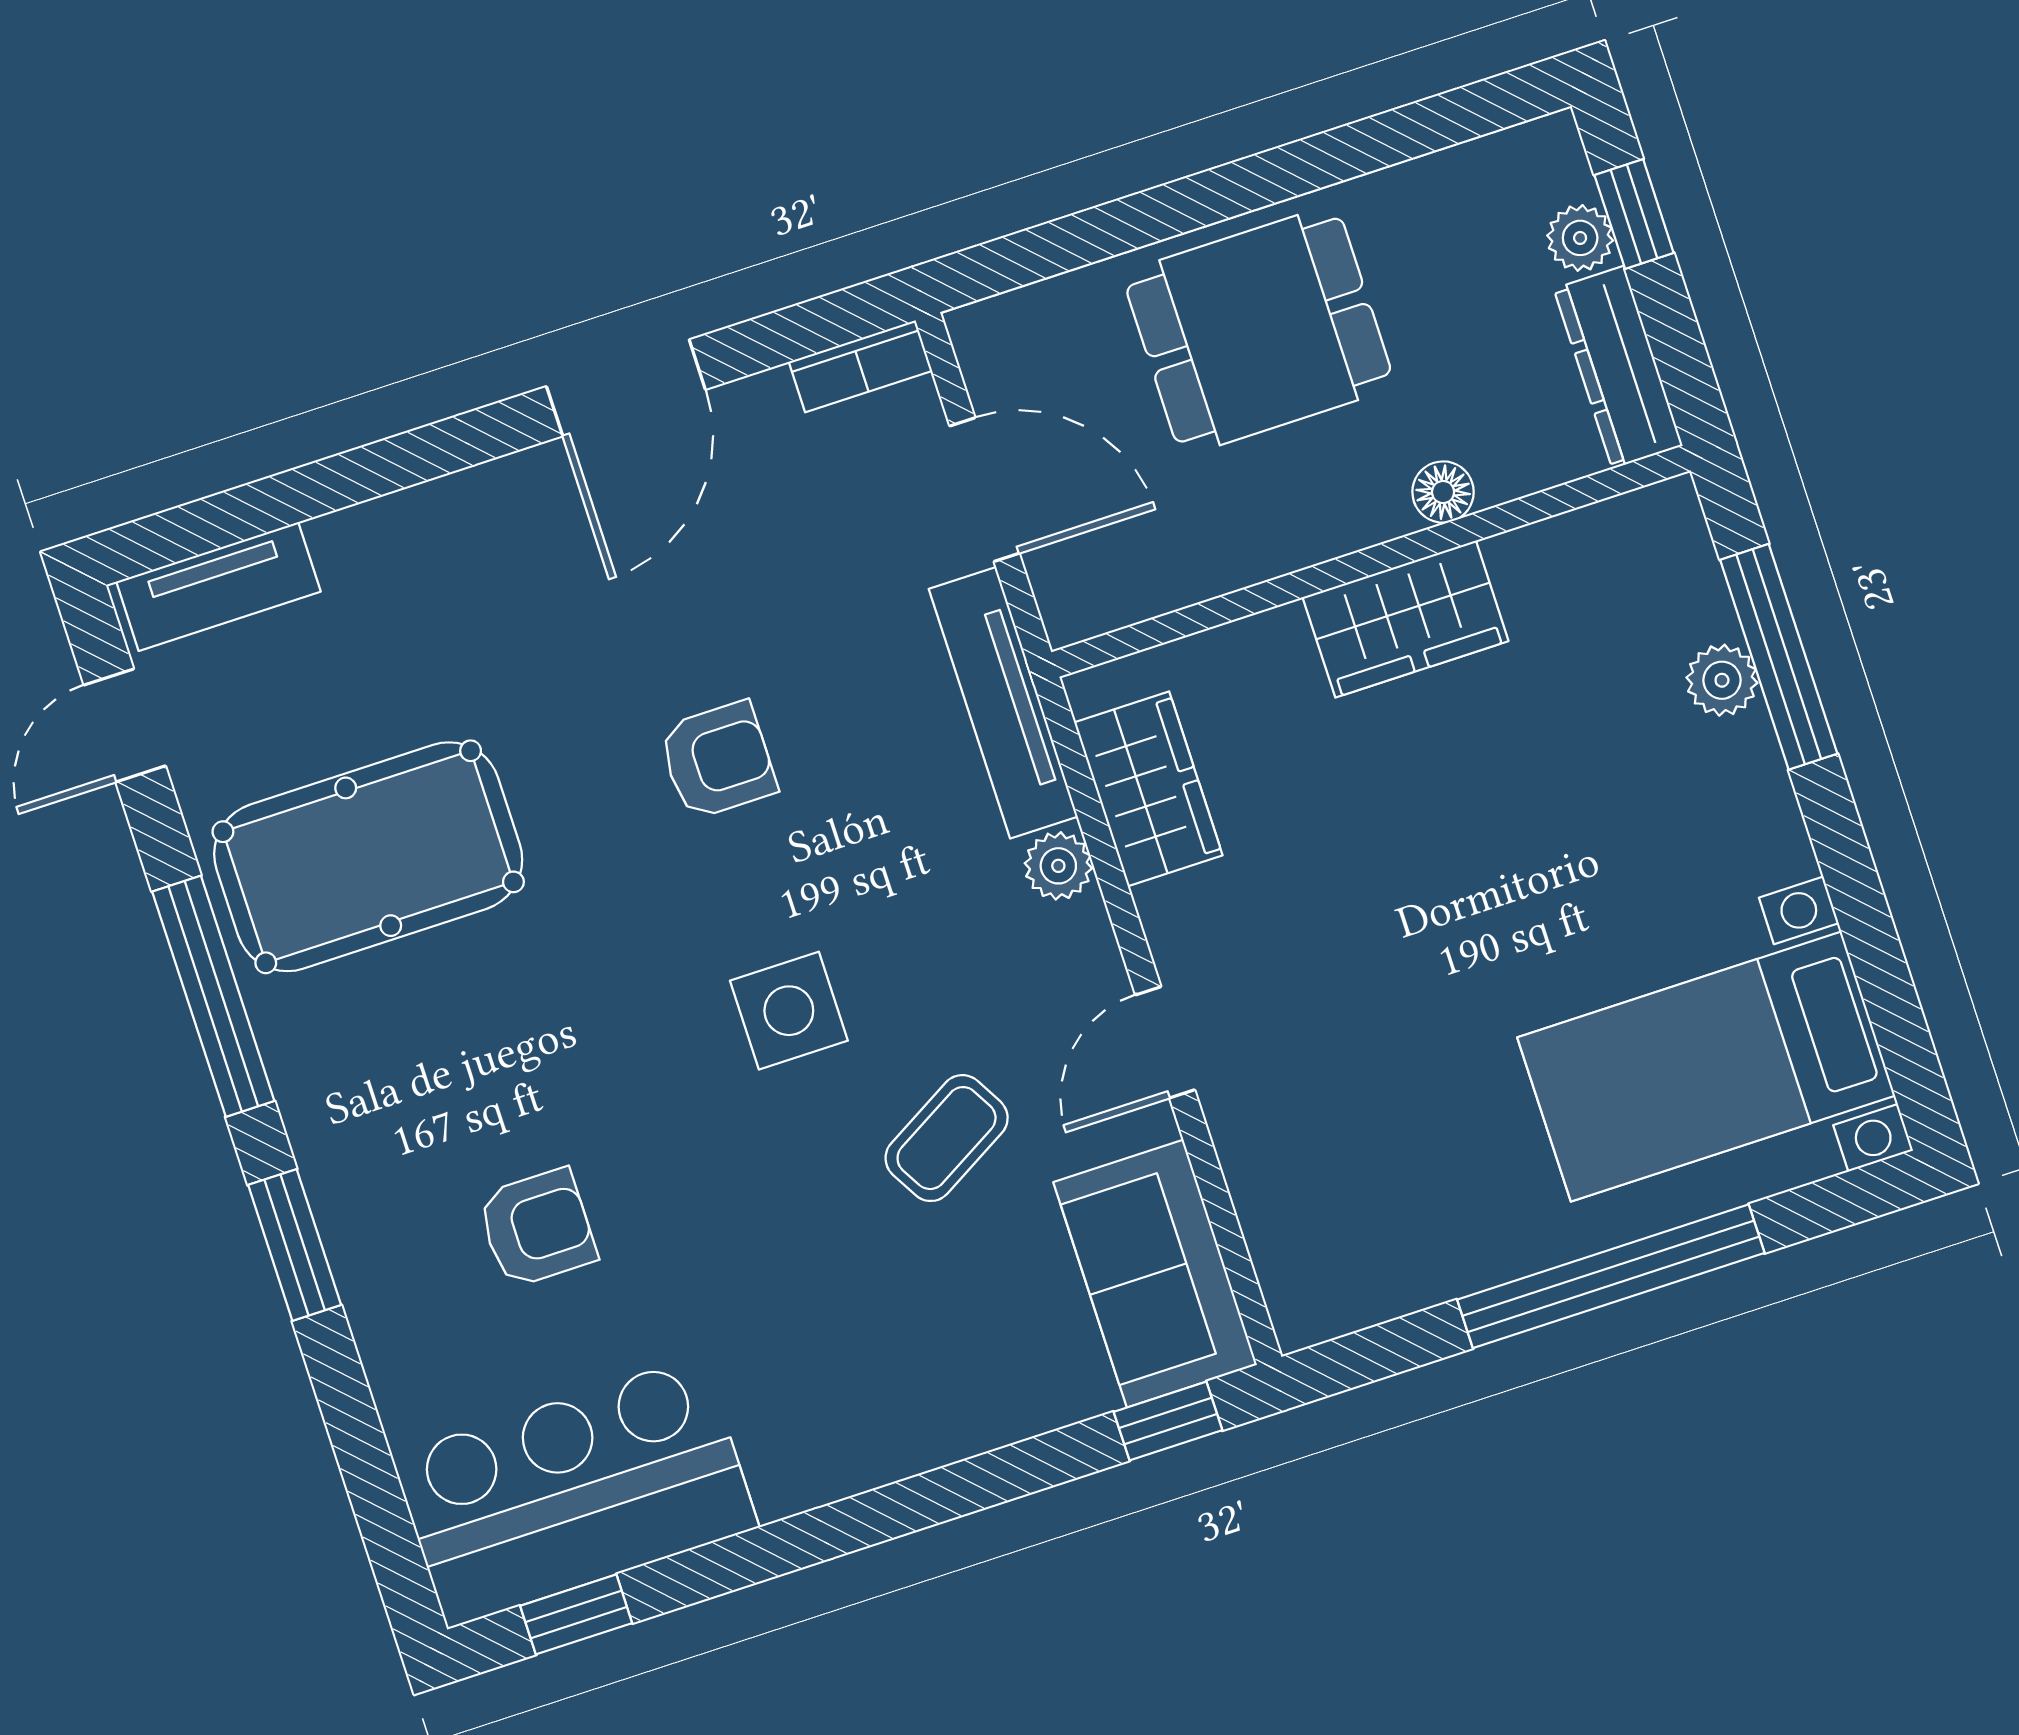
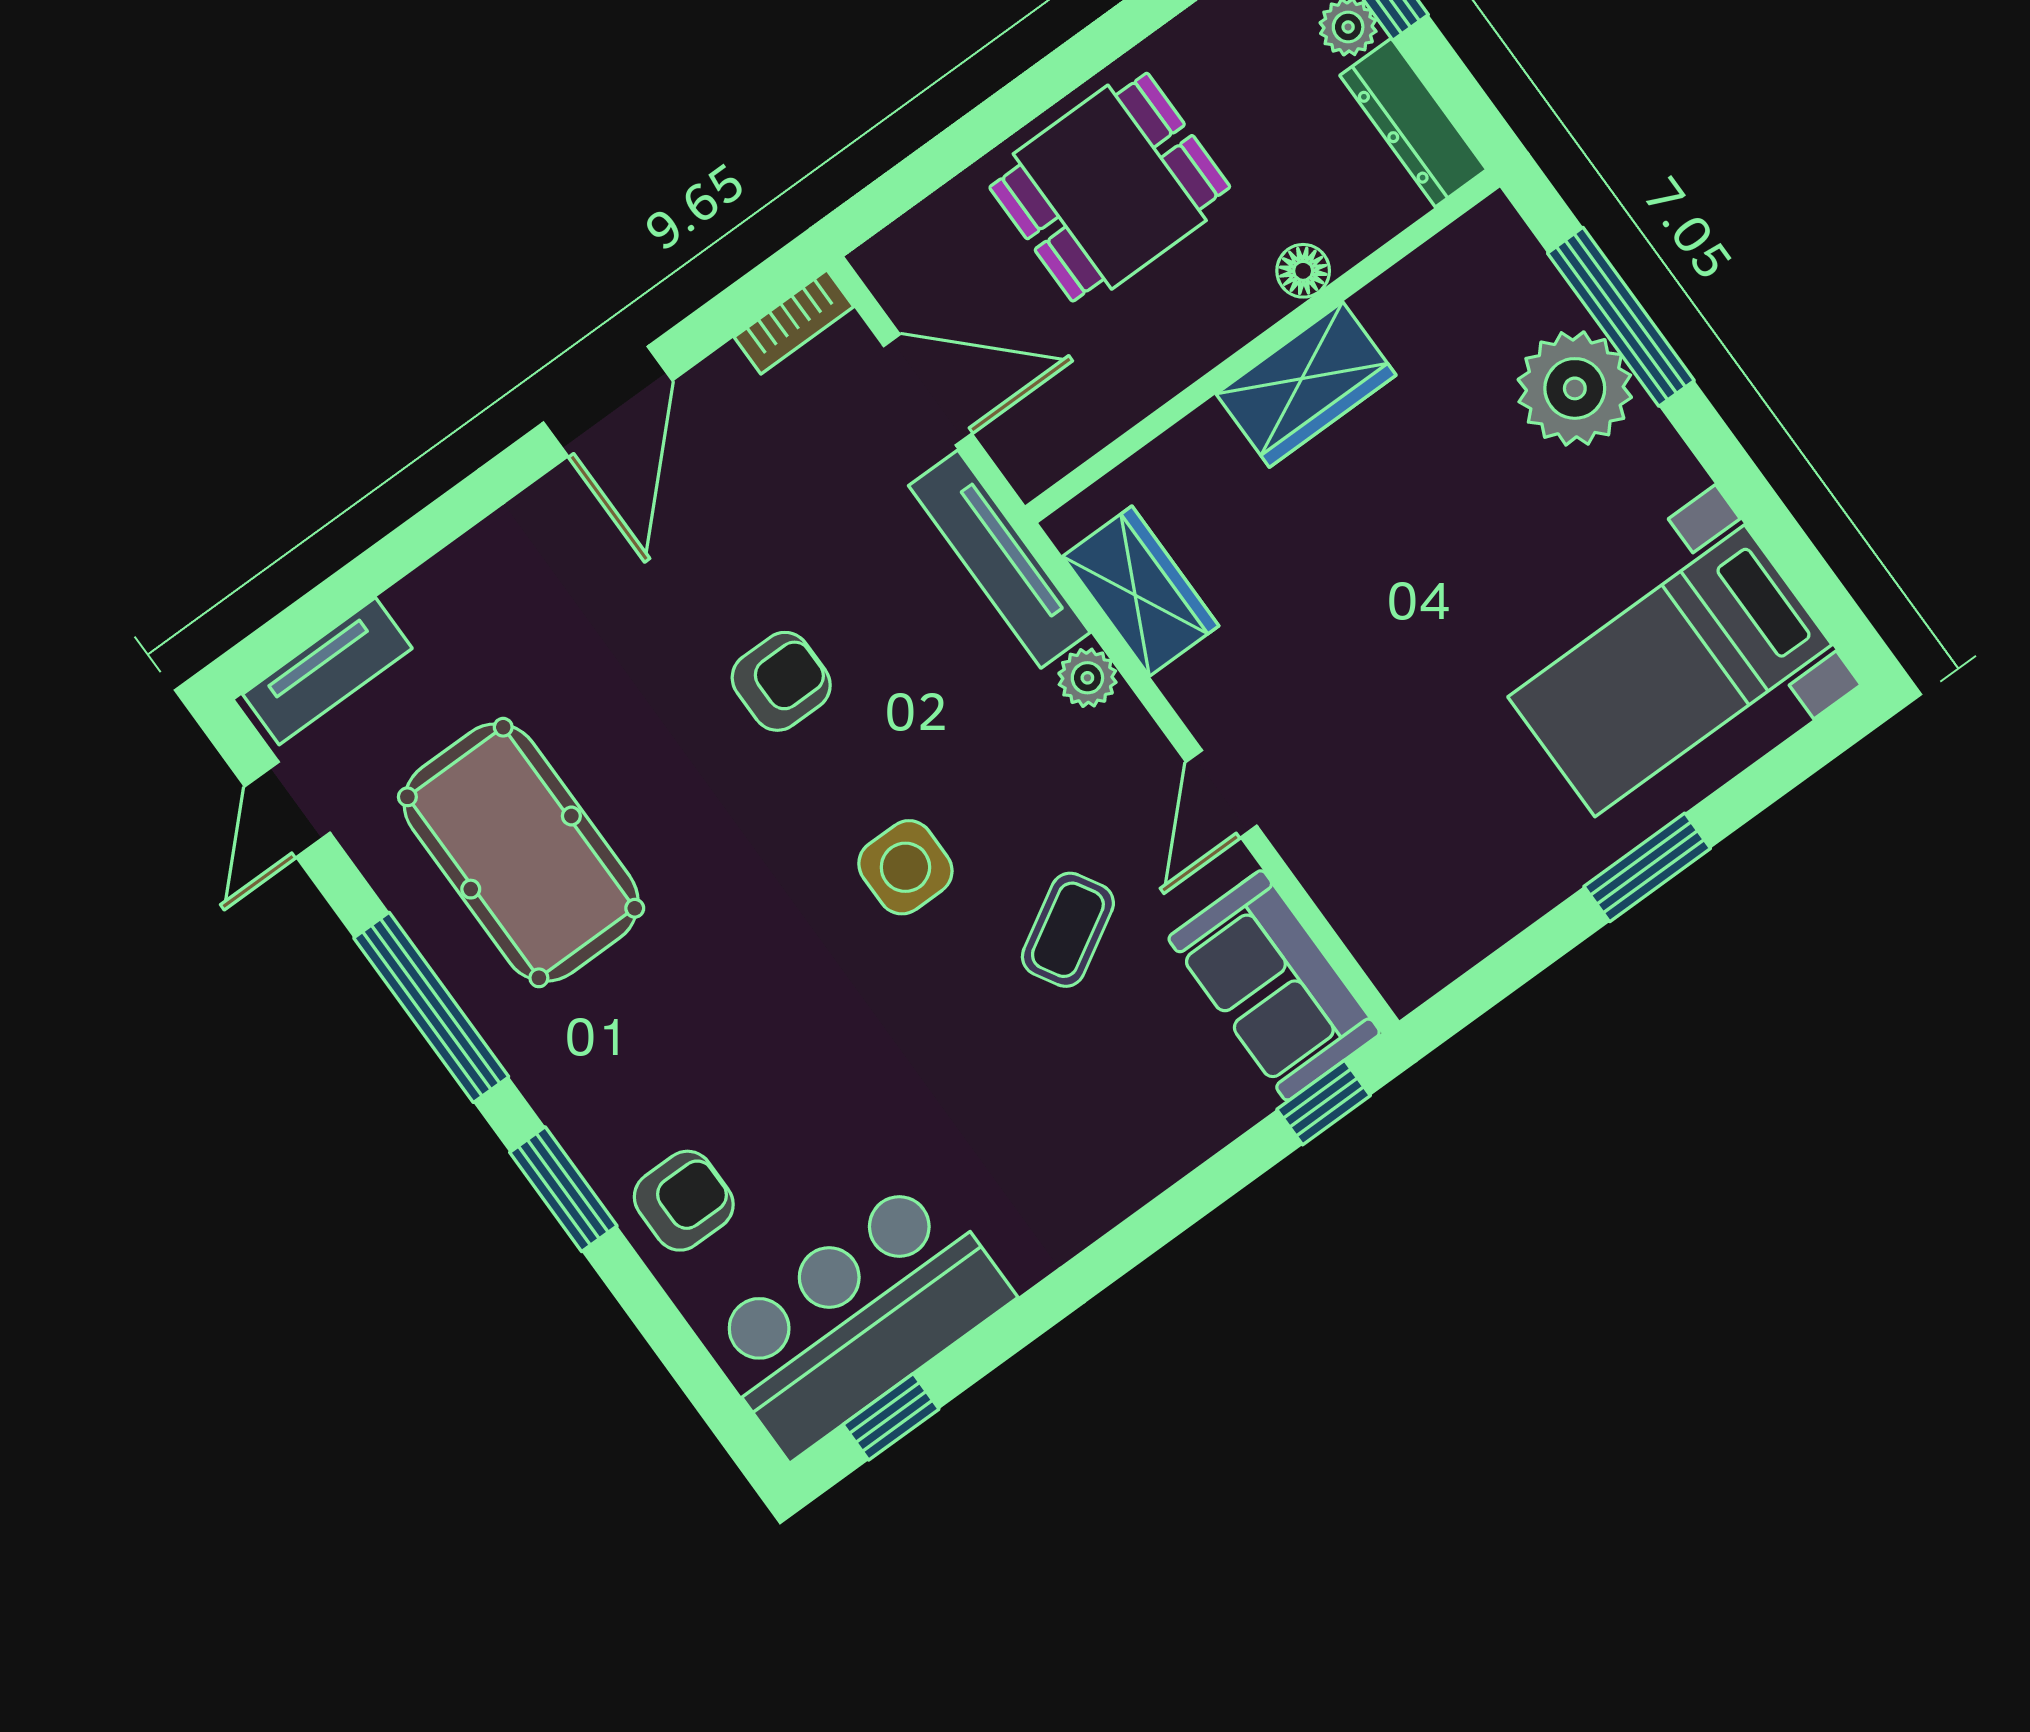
plant: (1722, 680) -> (1575, 388), width x1.88, depth x1.88
pool table: (368, 857) -> (521, 853), turned 90
armchair: (537, 1228) -> (684, 1201), moved
window: (1611, 1276) -> (1647, 867), width x0.47

